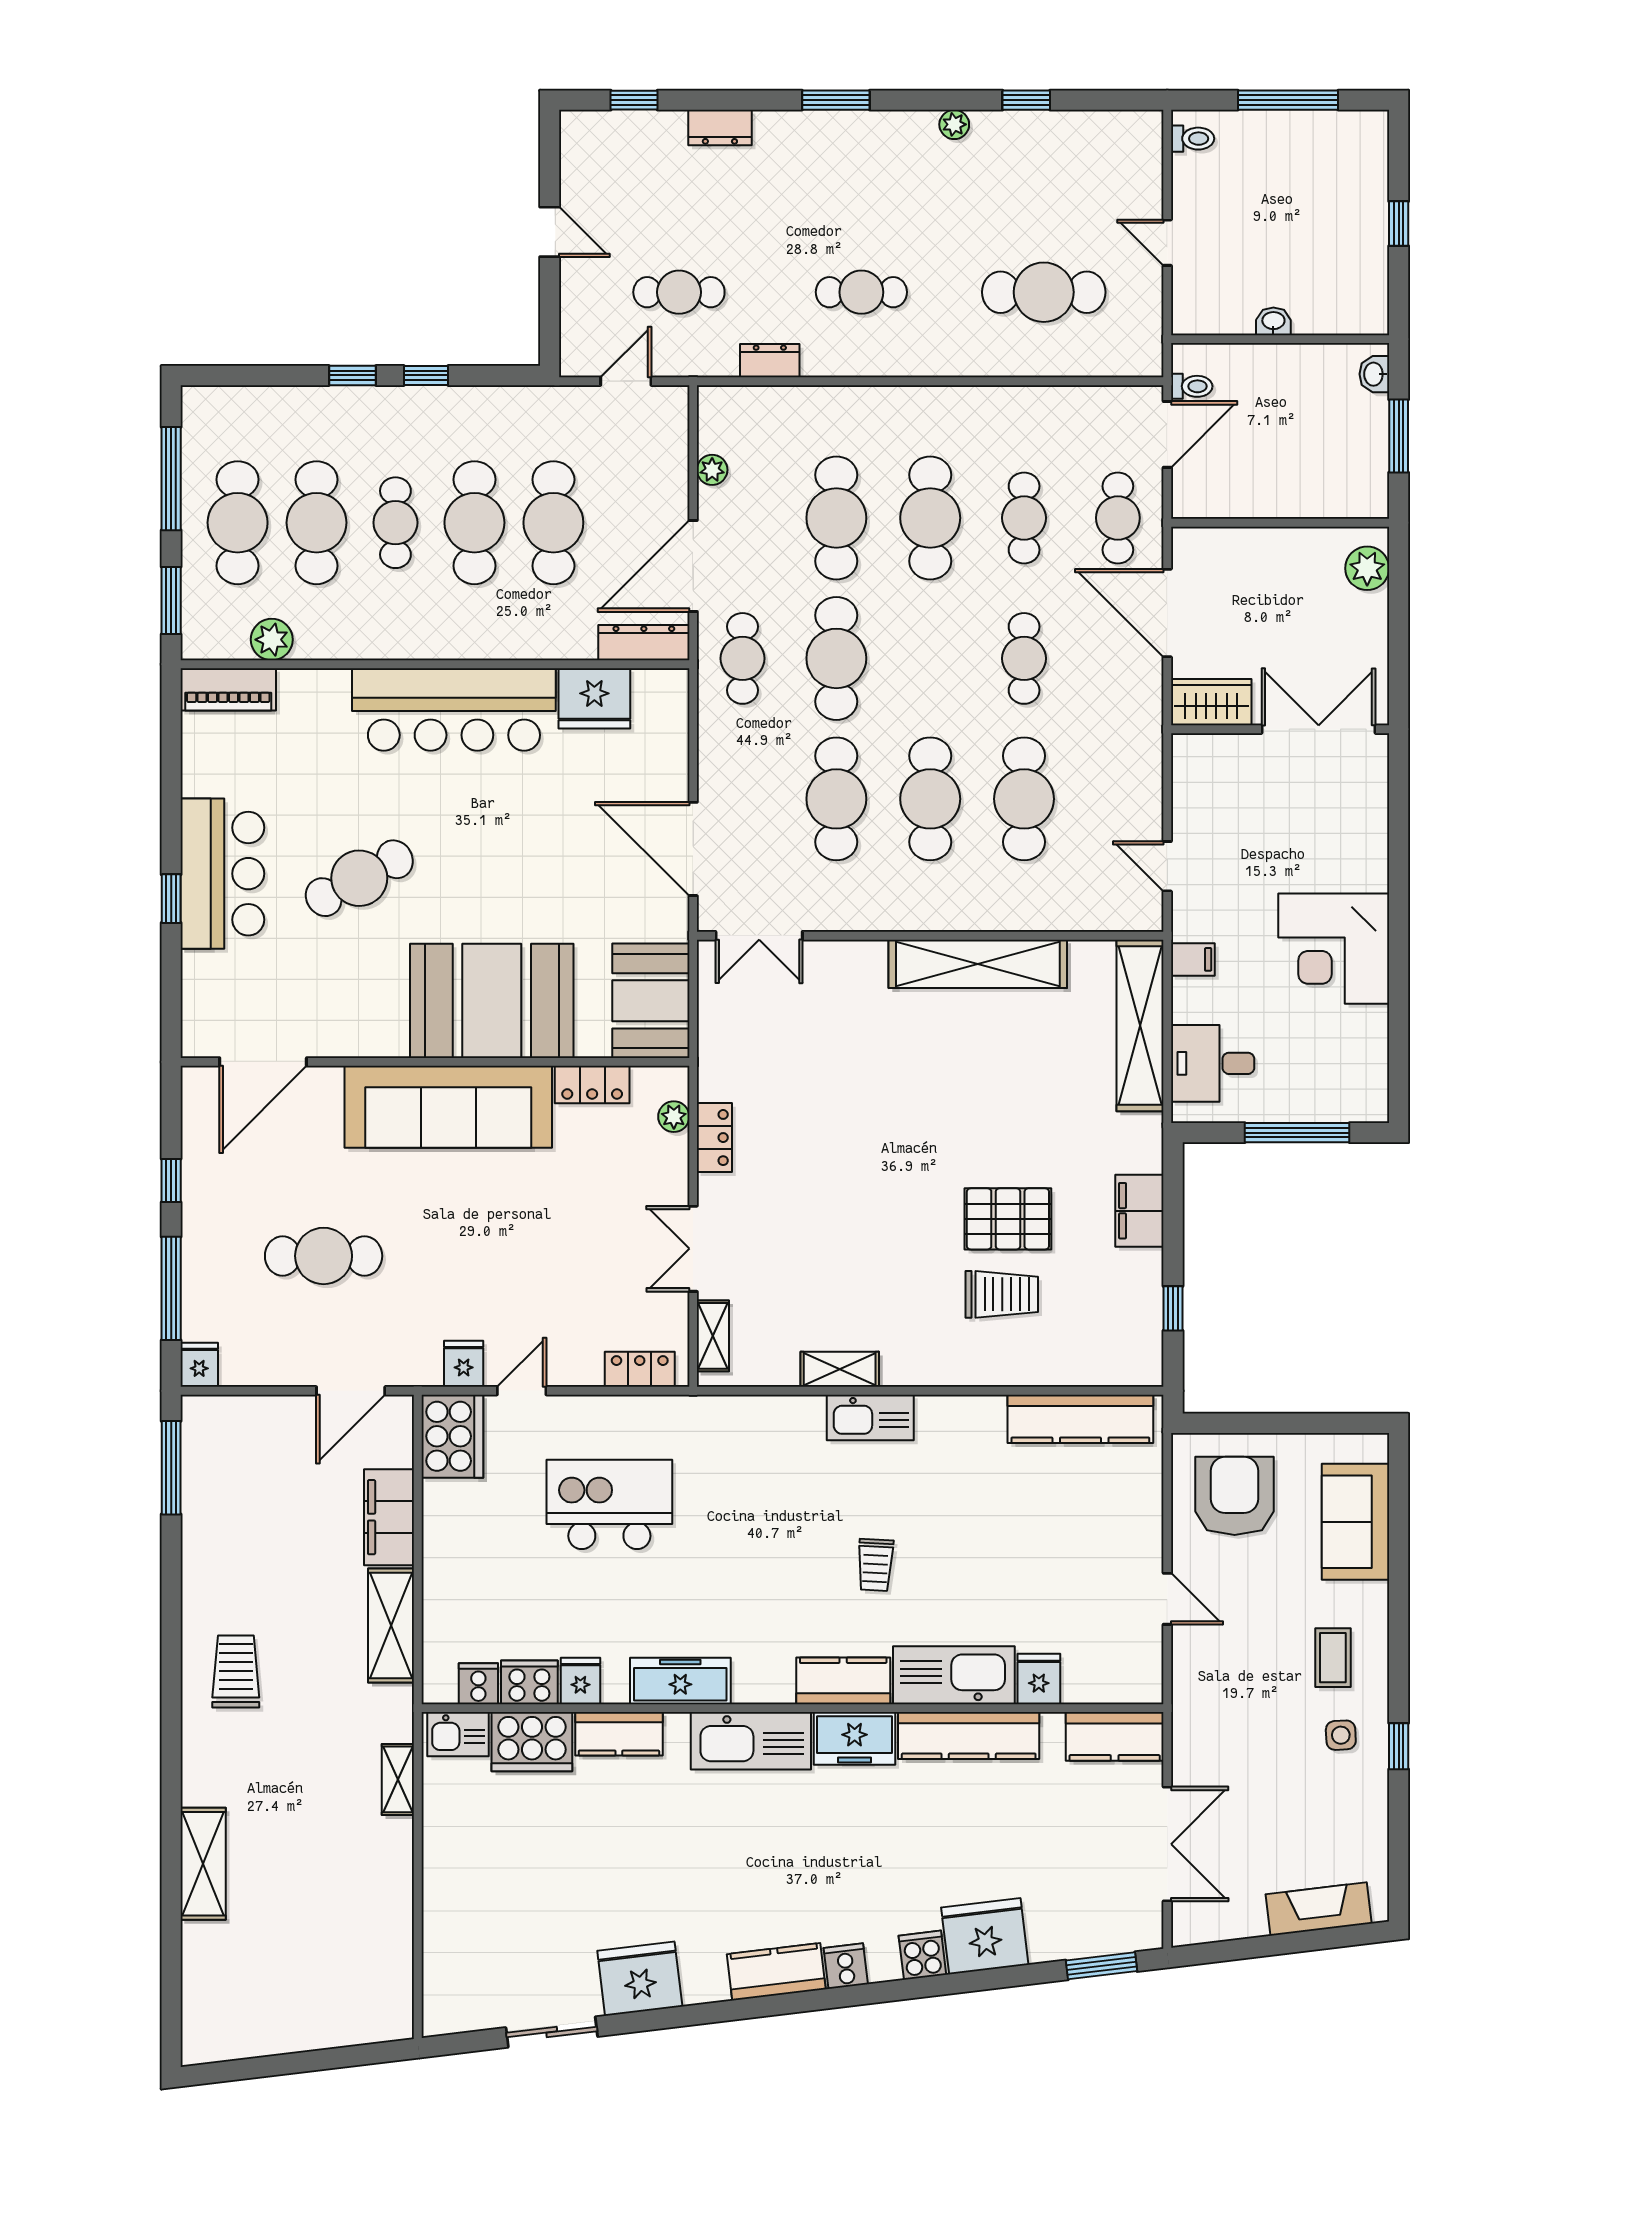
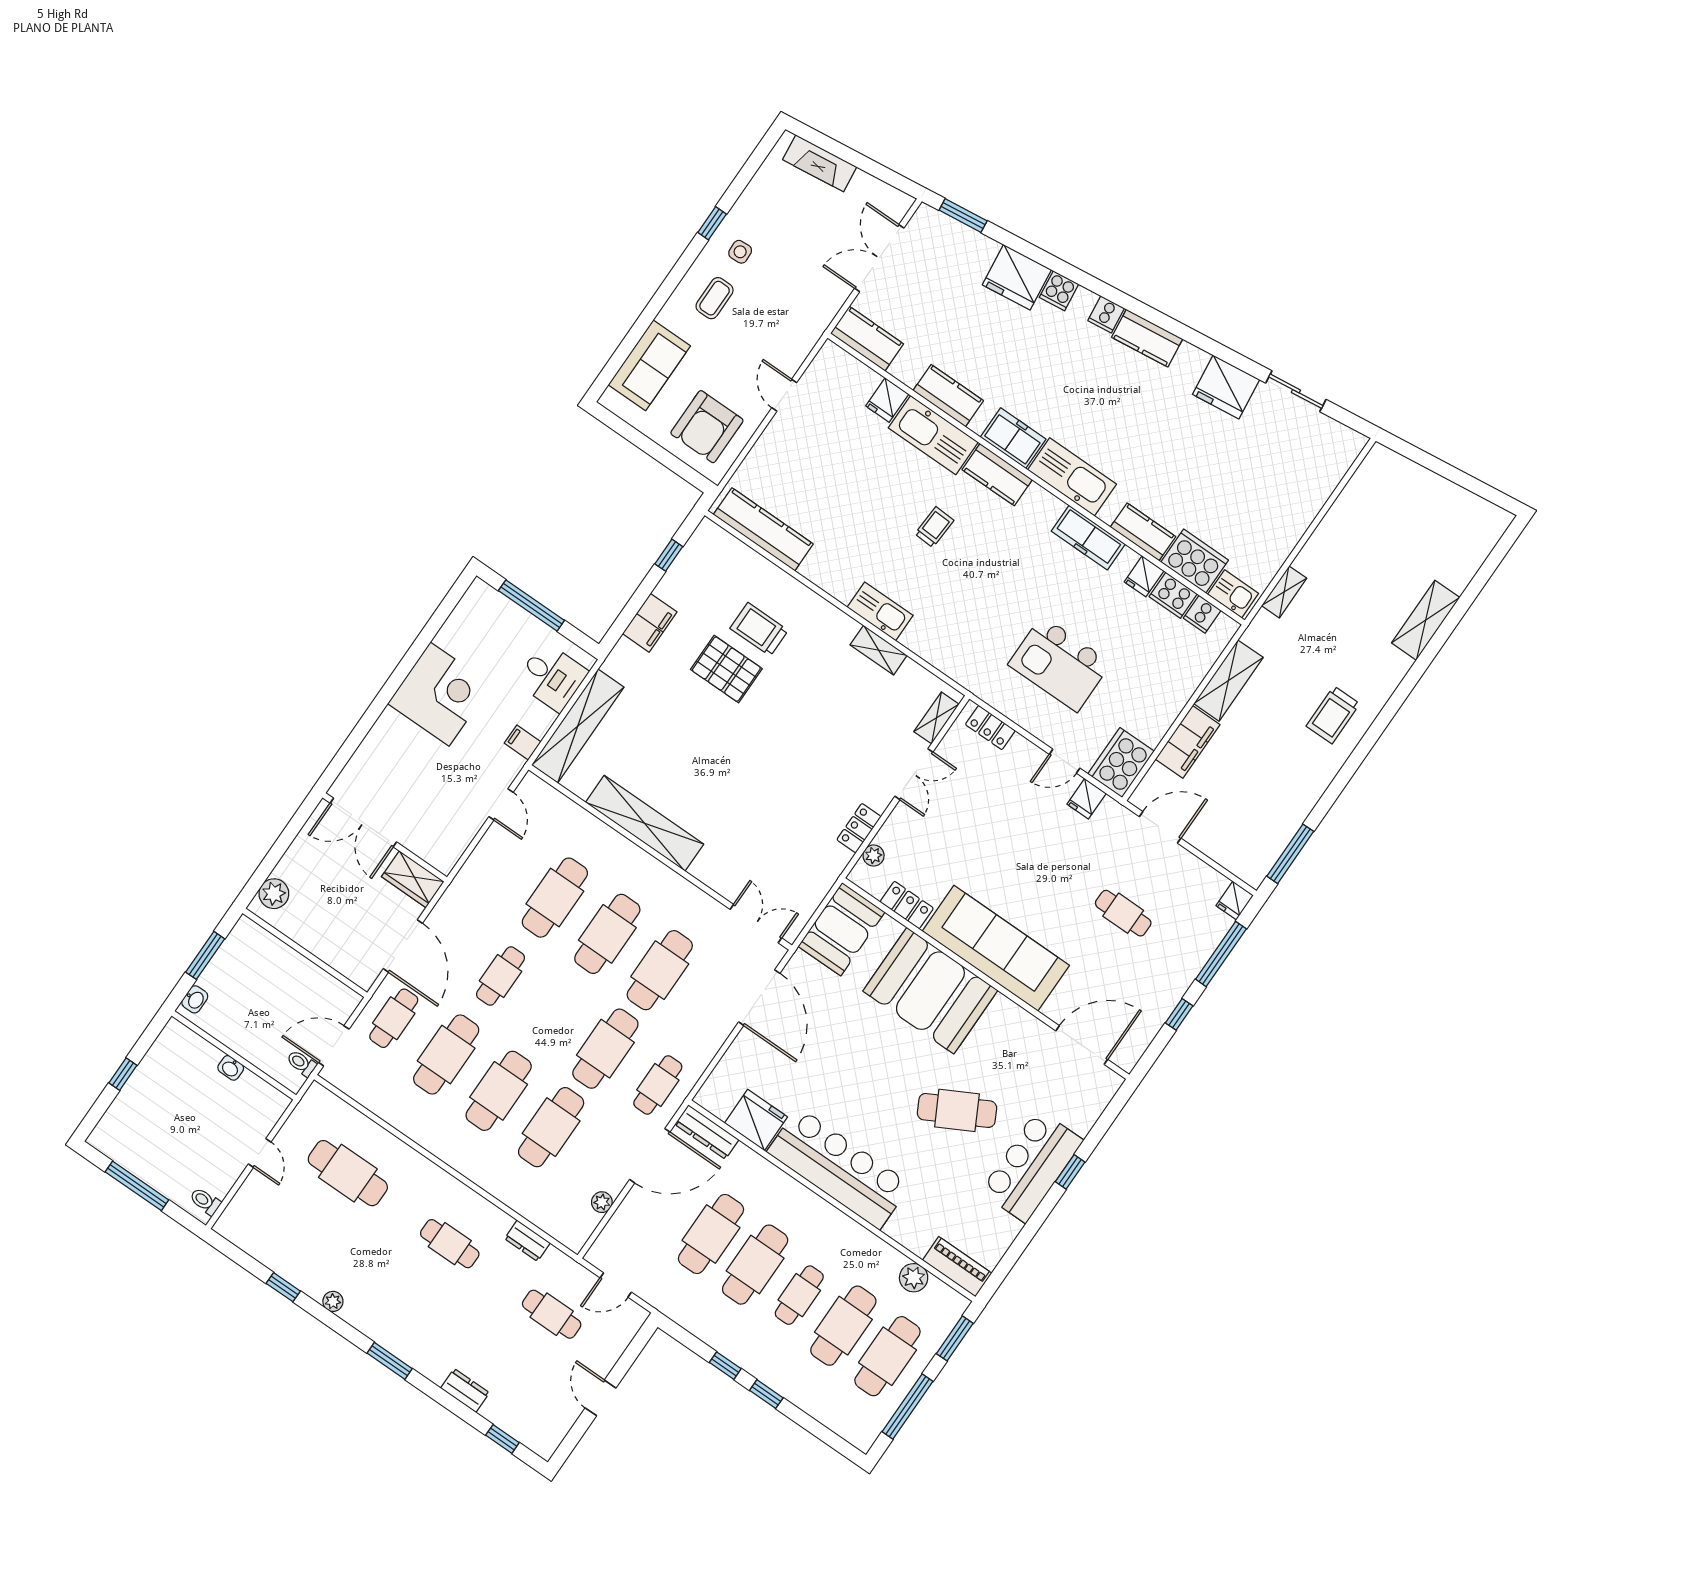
cafe table: (1024, 518) -> (446, 1055), width x1.37, depth x1.35
cafe table: (324, 1256) -> (1123, 913), width x0.73, depth x0.74
kitchen counter: (969, 1736) -> (948, 396), width x0.67

